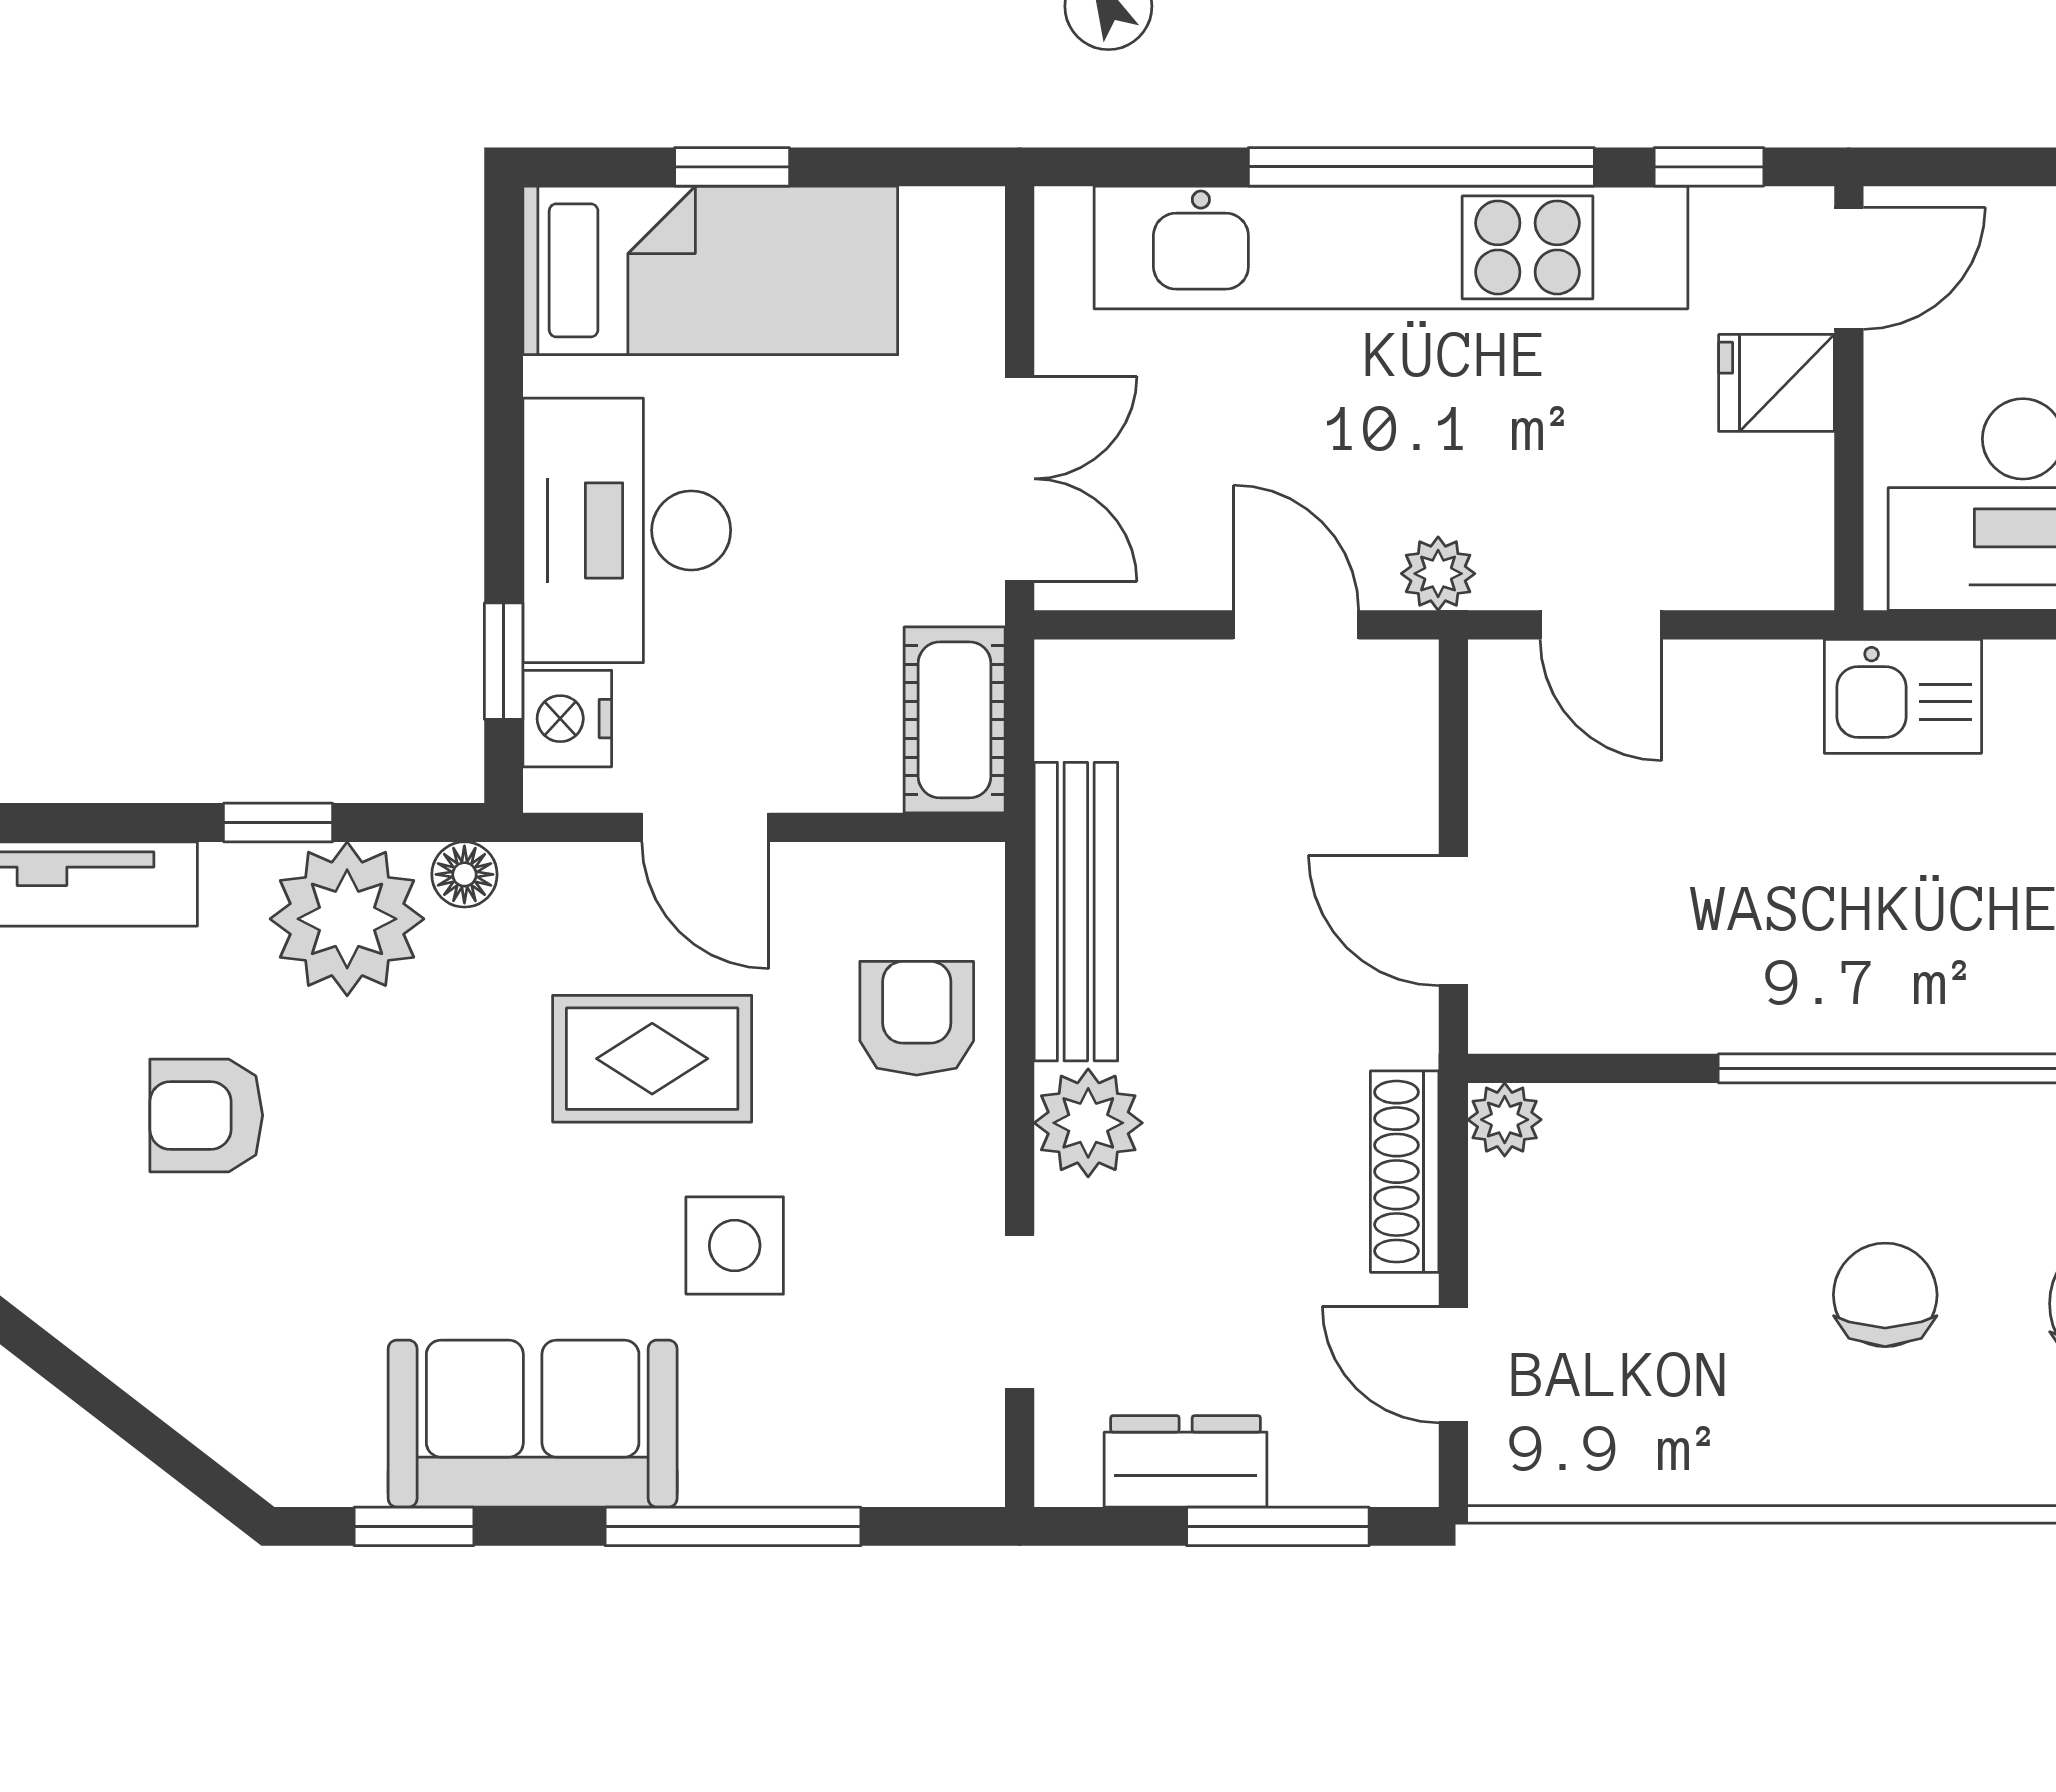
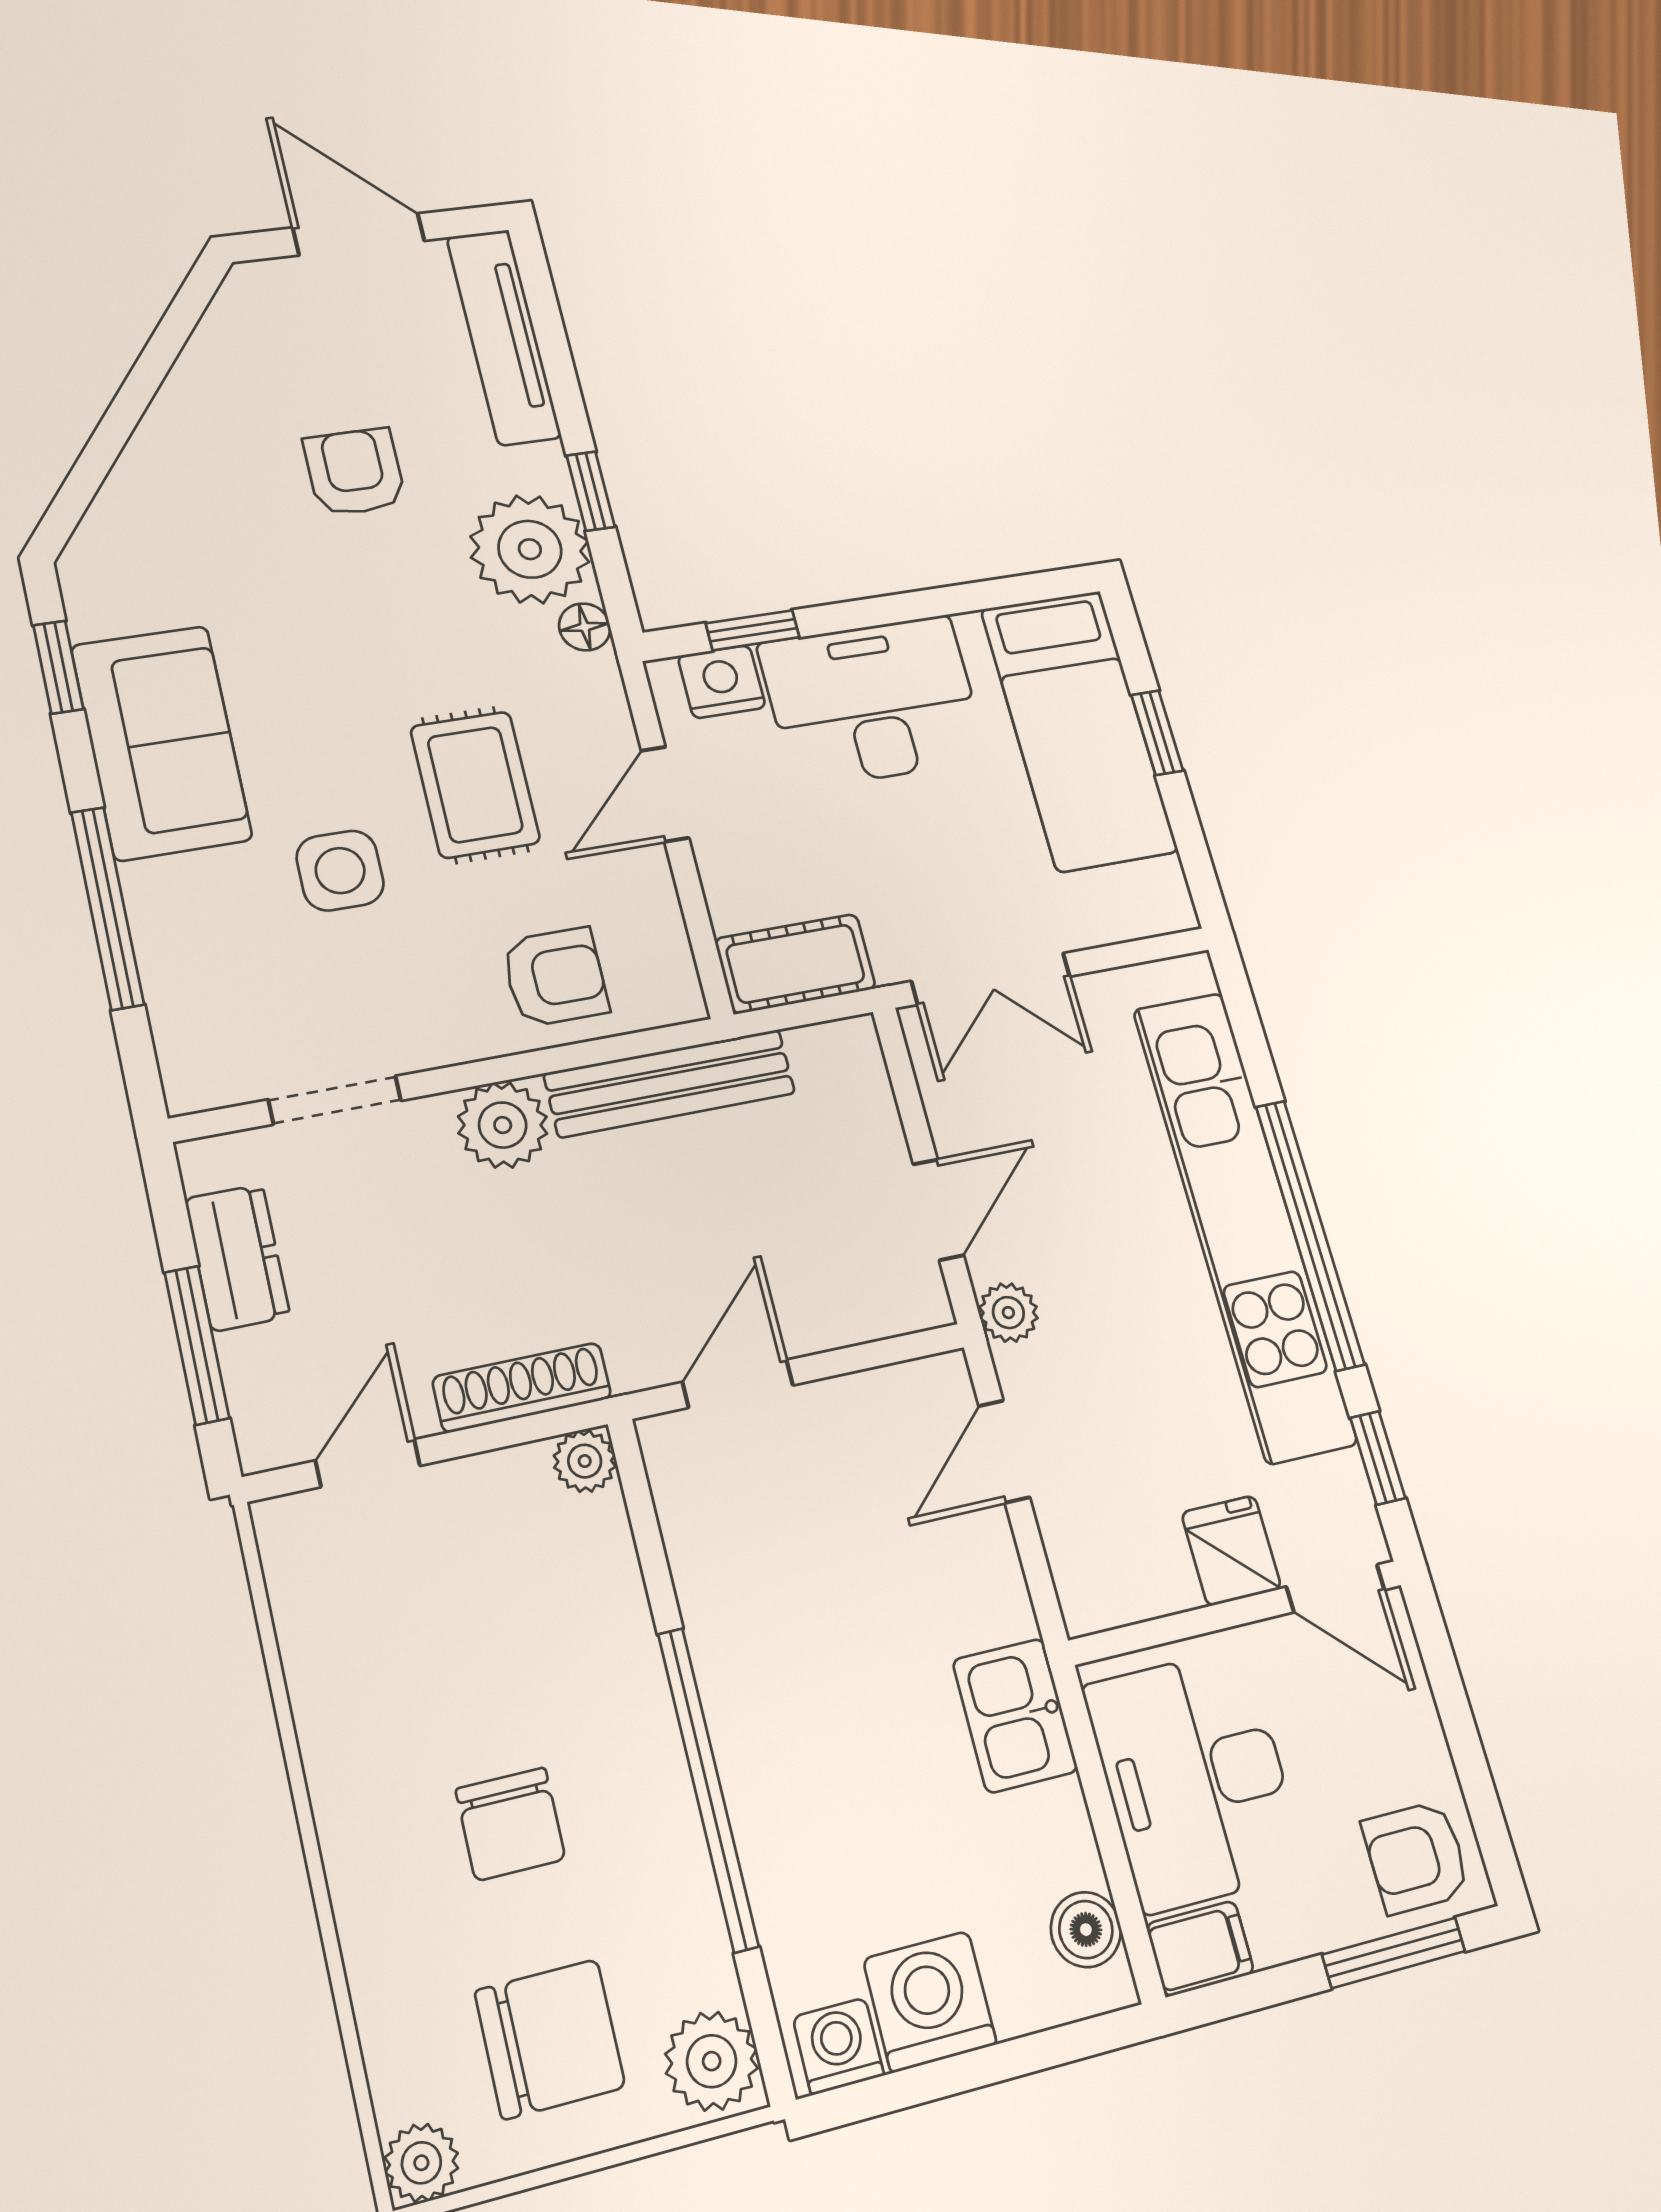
chair: (1885, 1295) -> (510, 1824), turned 90

